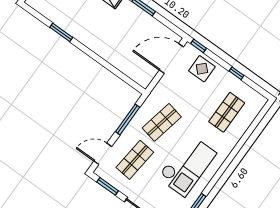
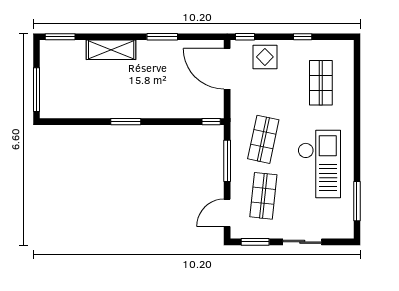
window: (61, 32) -> (126, 122), moved
door: (171, 59) -> (227, 69), hinge flipped
window: (136, 86) -> (211, 122), added

